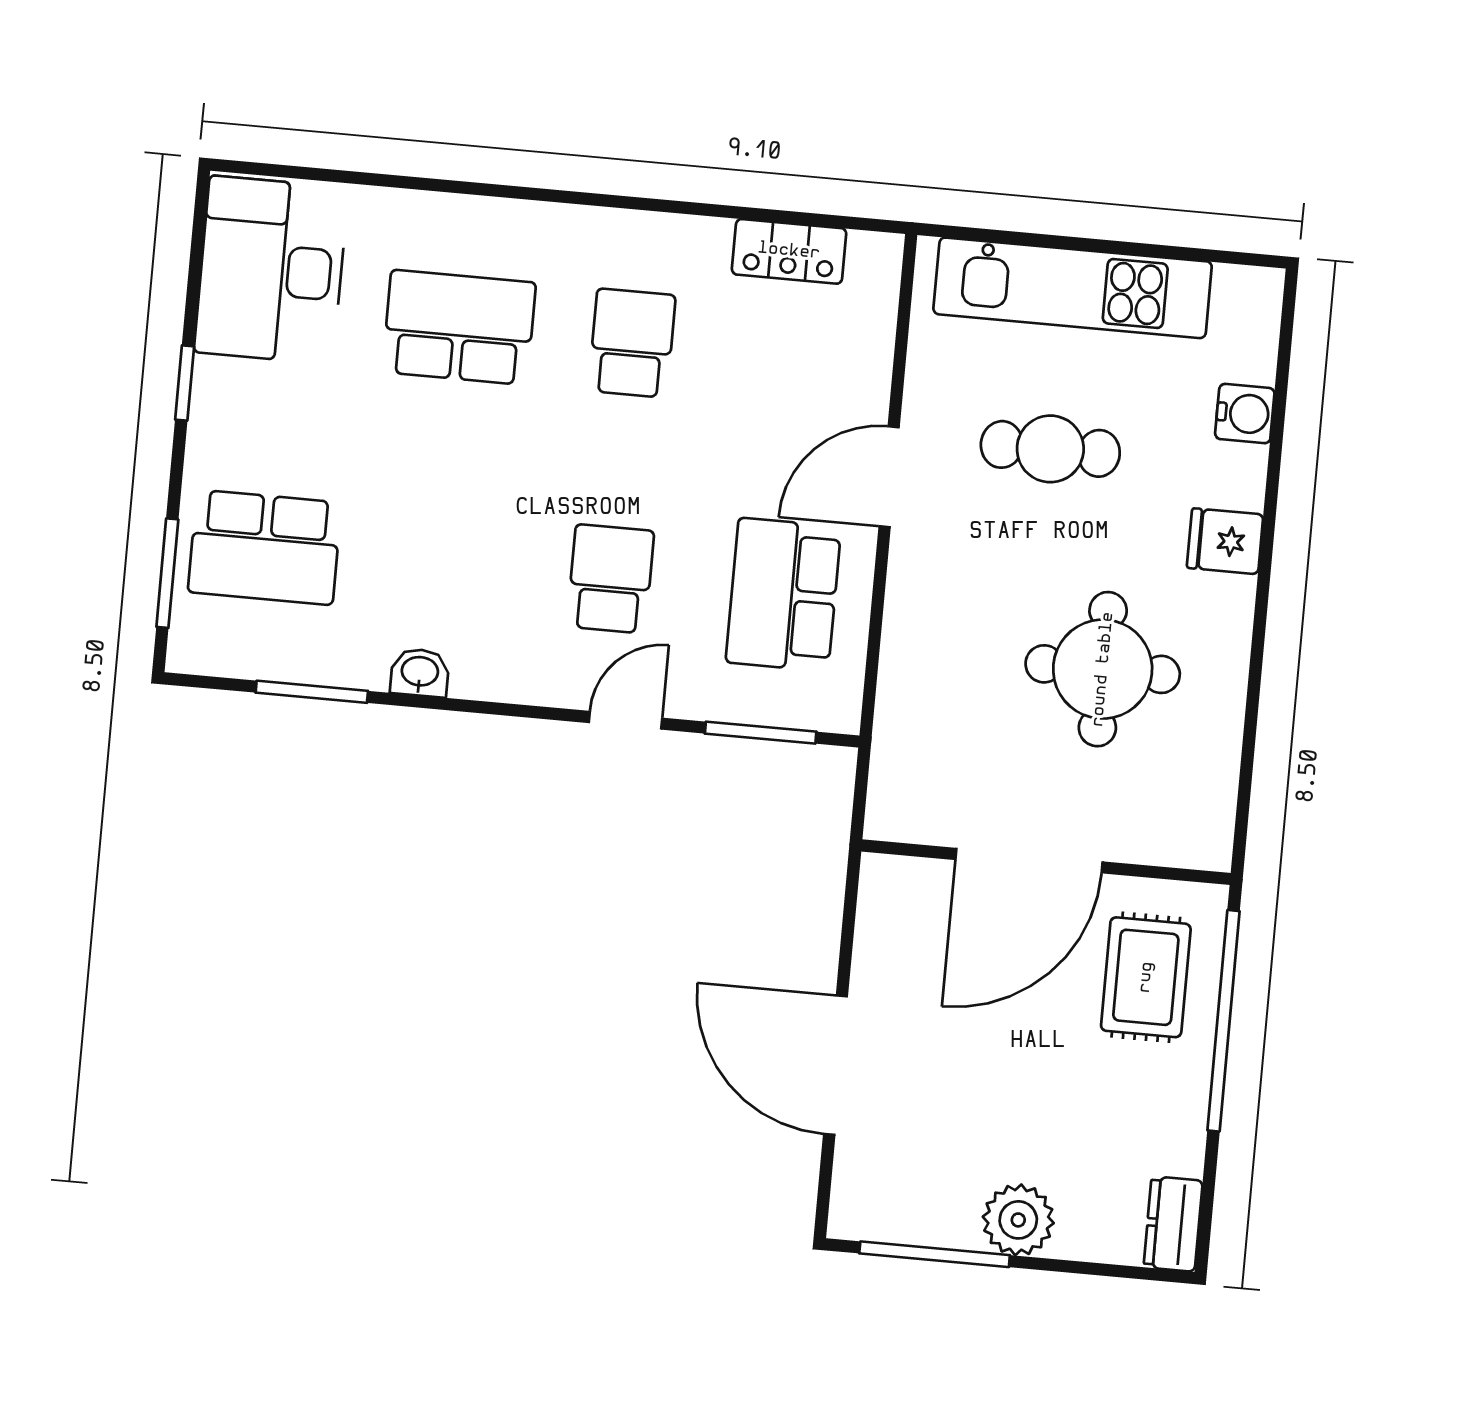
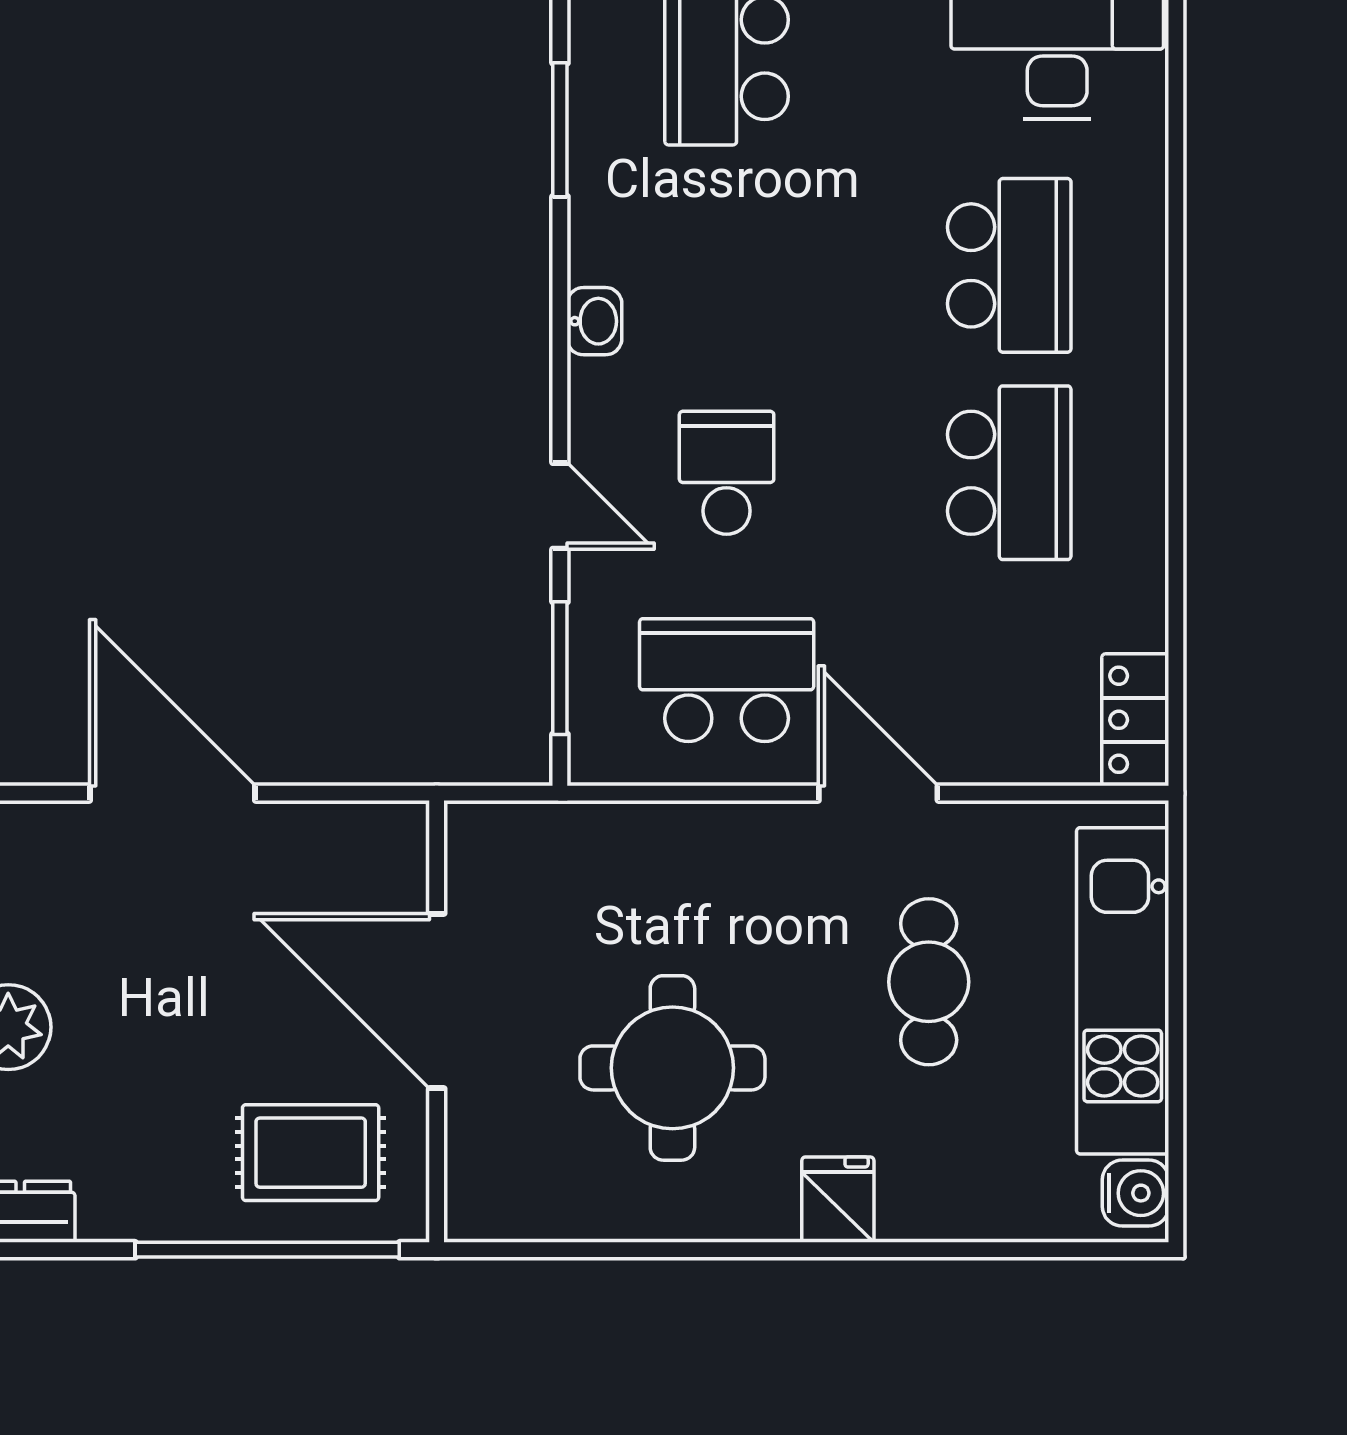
locker: (789, 251) -> (1135, 720), moved
school desk: (632, 343) -> (1009, 473), width x1.85
water cooler: (1245, 414) -> (1136, 1193), moved, turned -90
school desk: (610, 579) -> (727, 473), turned -90
washbasin: (420, 673) -> (594, 321), moved
door: (836, 1065) -> (172, 793), hinge flipped

